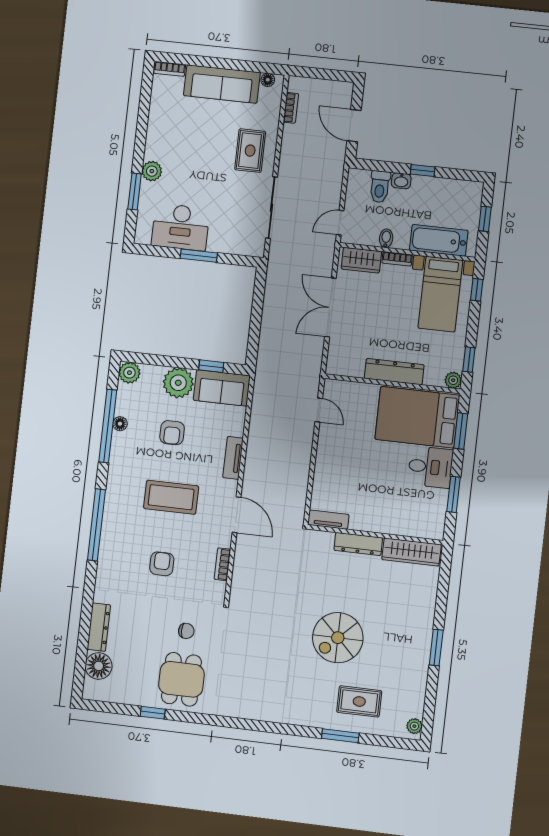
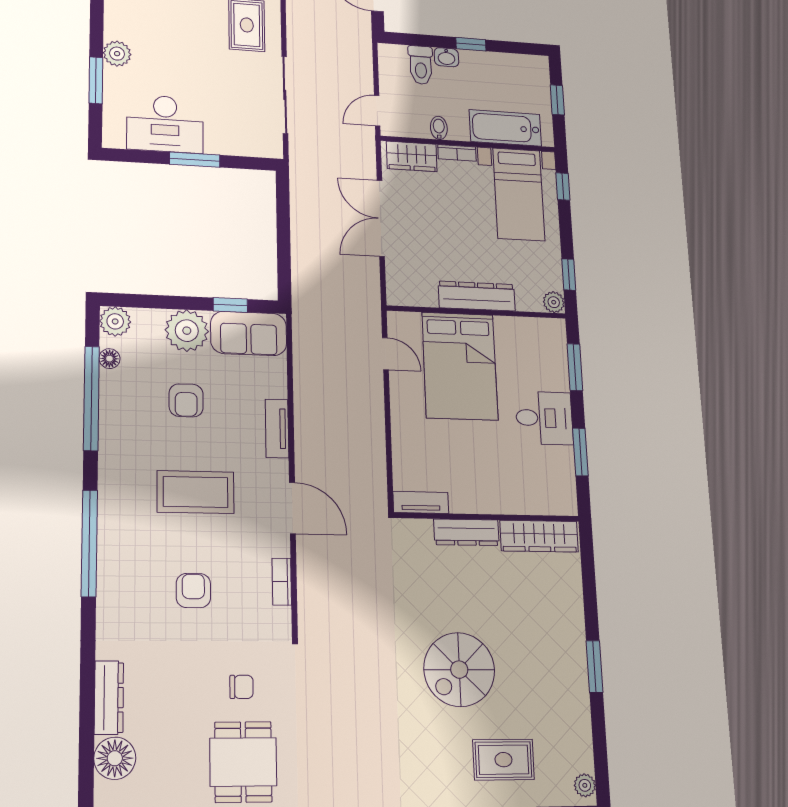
bed: (417, 417) -> (460, 366), moved, turned -90
floor lamp: (120, 424) -> (109, 359), moved

